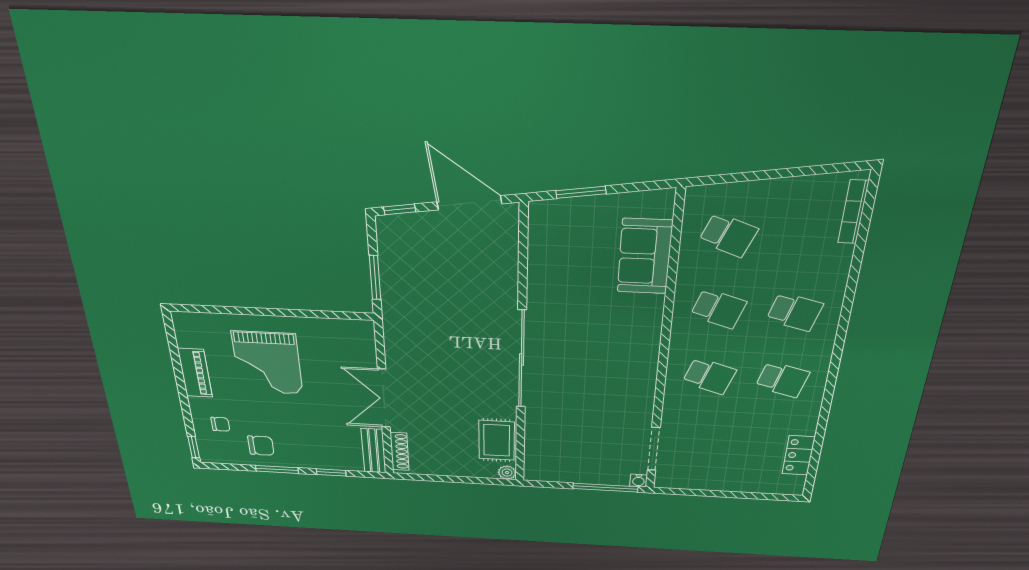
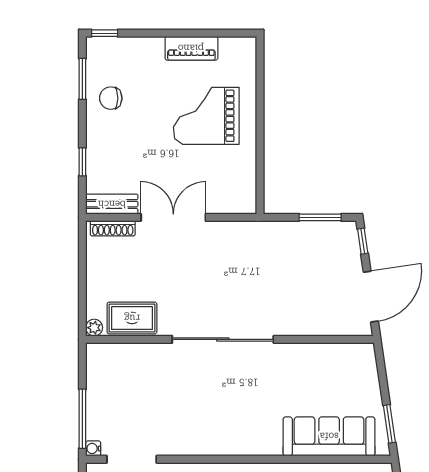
window: (581, 192) -> (389, 424), moved
sofa: (645, 256) -> (329, 436), width x1.36
window: (375, 278) -> (320, 217), moved
chair: (220, 424) -> (134, 63), removed
chair: (261, 446) -> (111, 98), turned 90
window: (277, 469) -> (82, 79), moved

